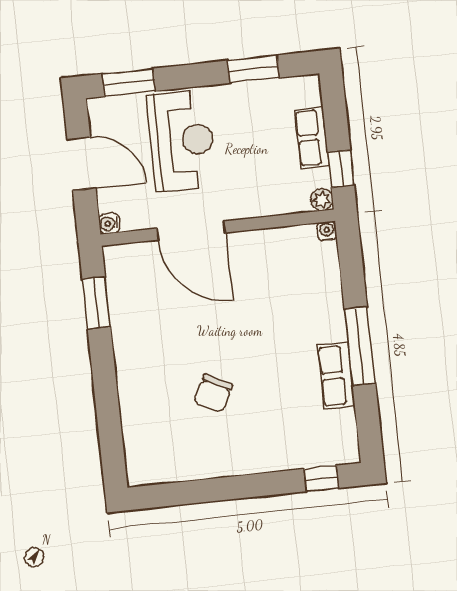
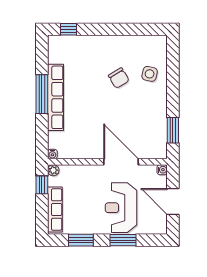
window: (129, 82) -> (123, 240), moved
row of seats: (312, 138) -> (55, 210), width x1.48
row of seats: (336, 375) -> (55, 97), width x2.02
chair: (213, 394) -> (119, 78), turned 122
side table: (154, 408) -> (150, 74), added

